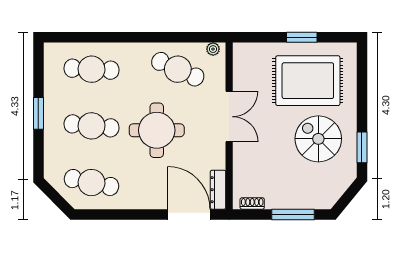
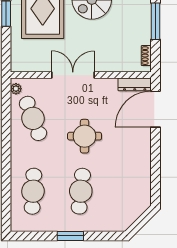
cafe table: (178, 69) -> (33, 118), turned -45
round table: (157, 130) -> (85, 136), width x0.73, depth x0.73
cafe table: (92, 183) -> (129, 191), removed

